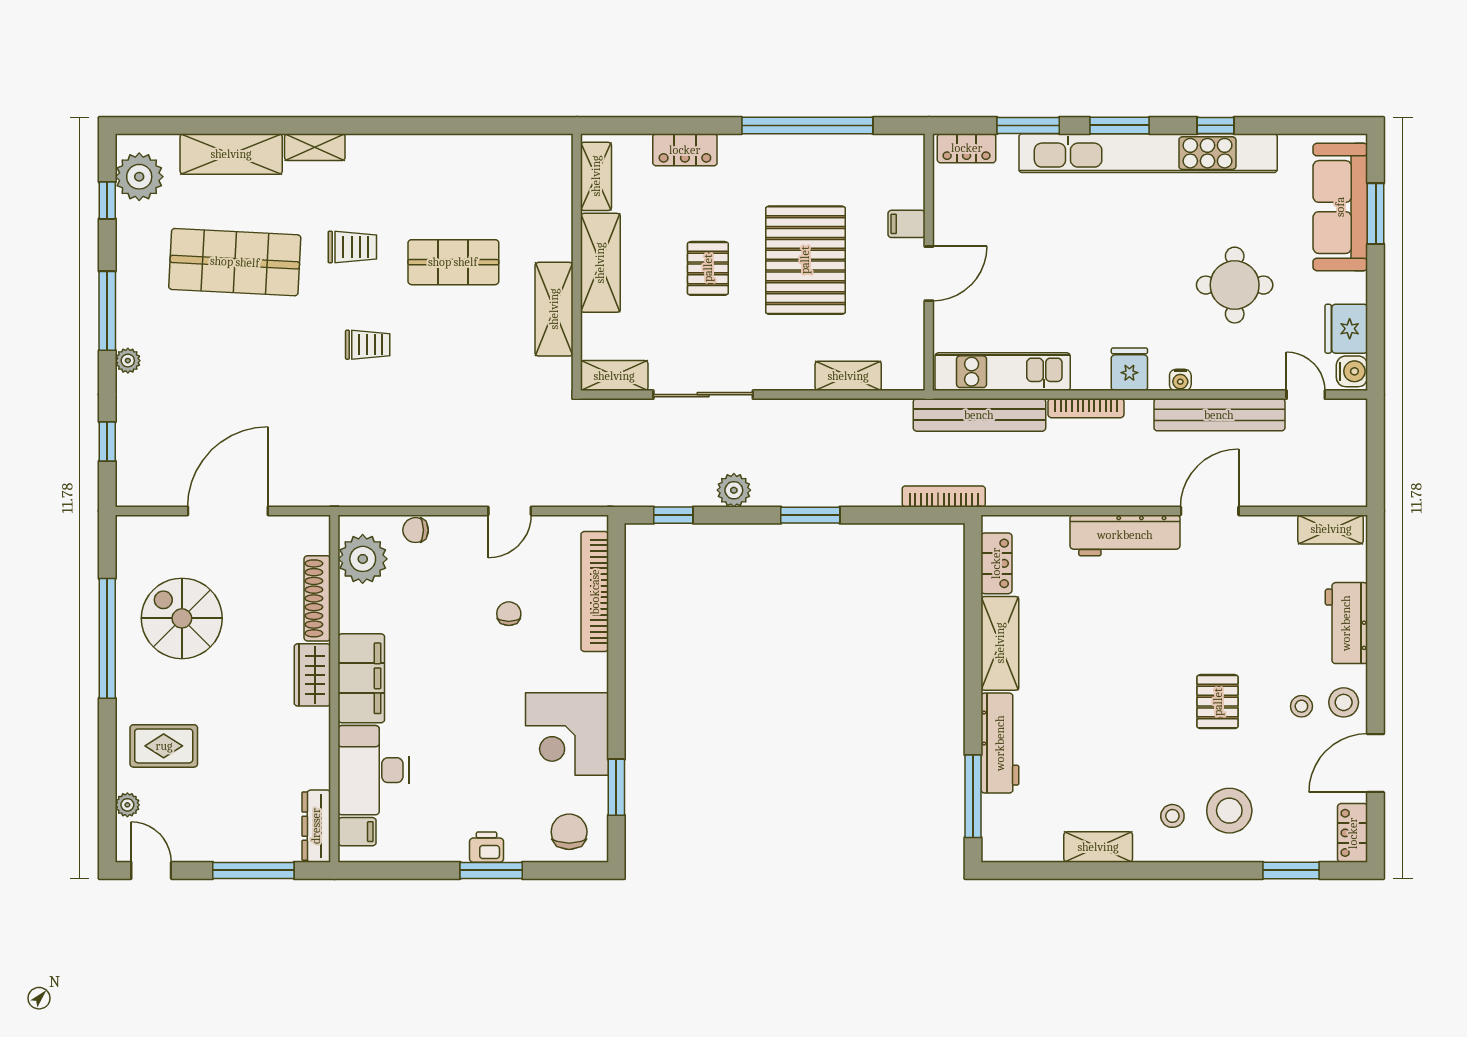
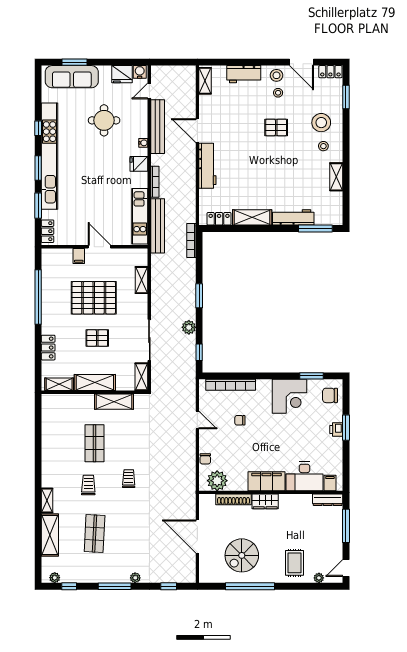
plant: (139, 177) -> (55, 578), width x0.53, depth x0.53
shop shelf: (235, 262) -> (95, 534), width x0.70, depth x0.74

